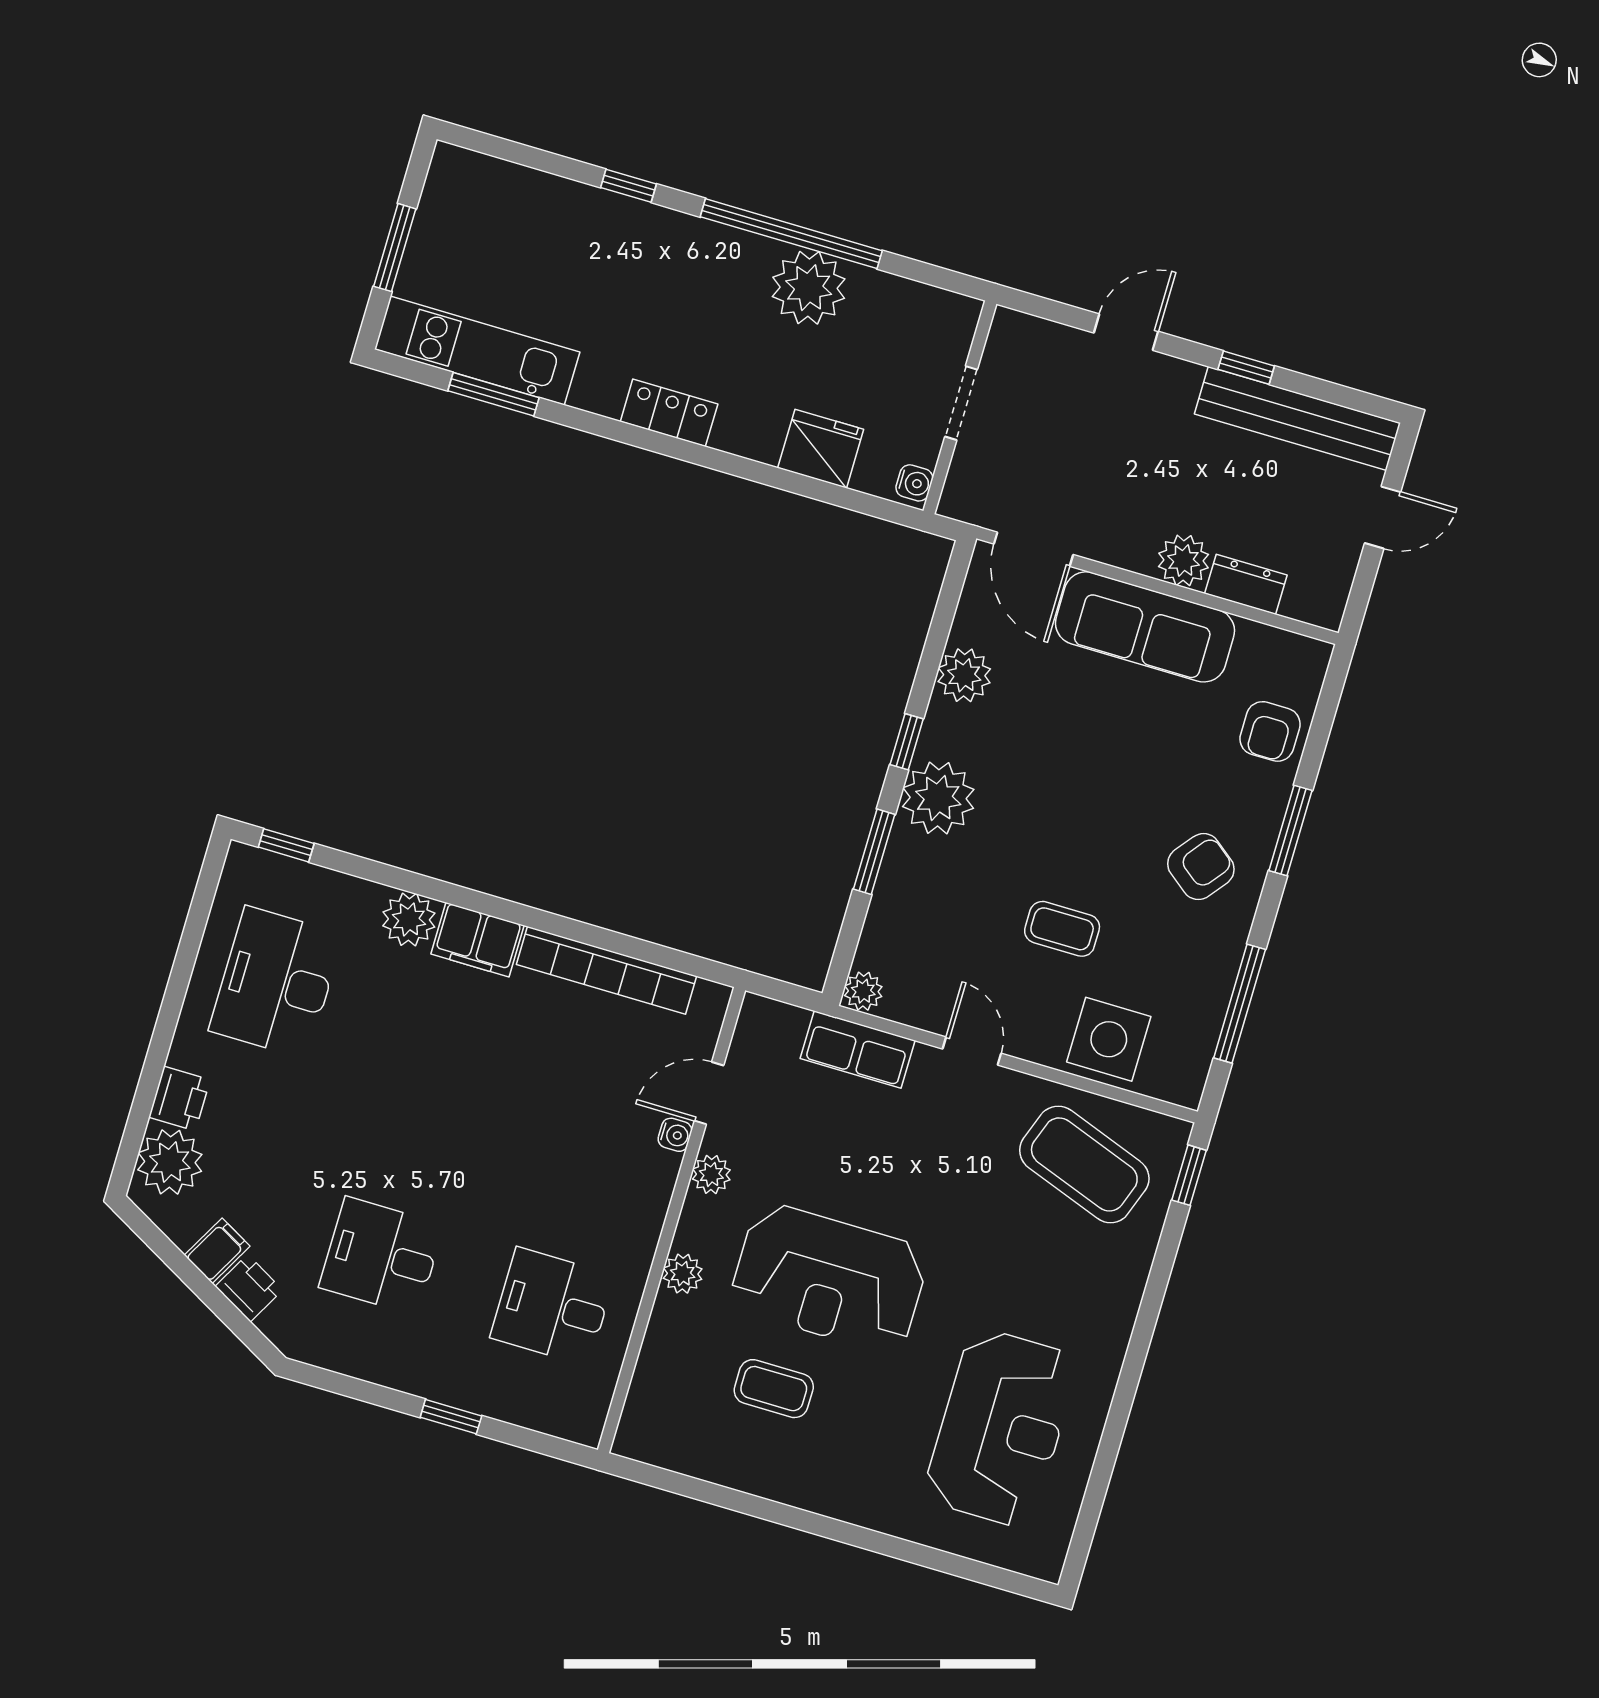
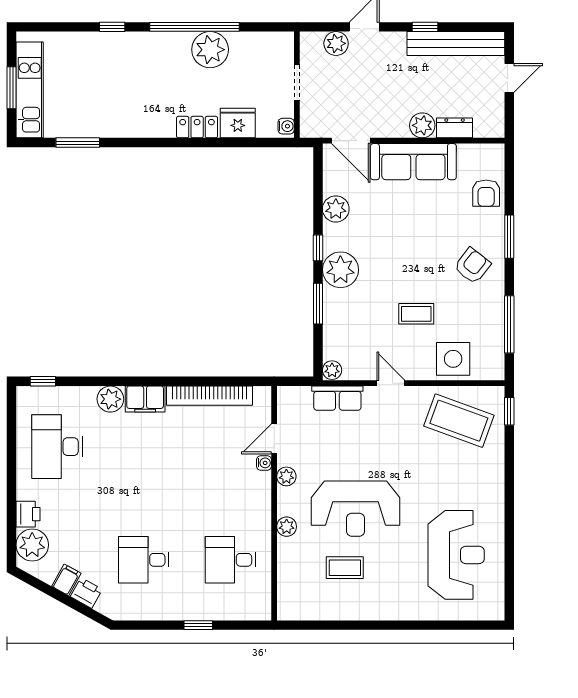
plant: (1061, 349) -> (336, 43), added
kitchen unit: (477, 351) -> (30, 90), moved, turned 90
locker: (669, 413) -> (197, 127), moved

